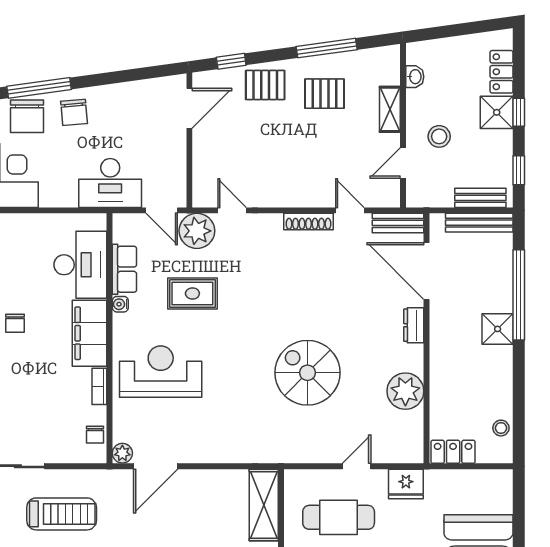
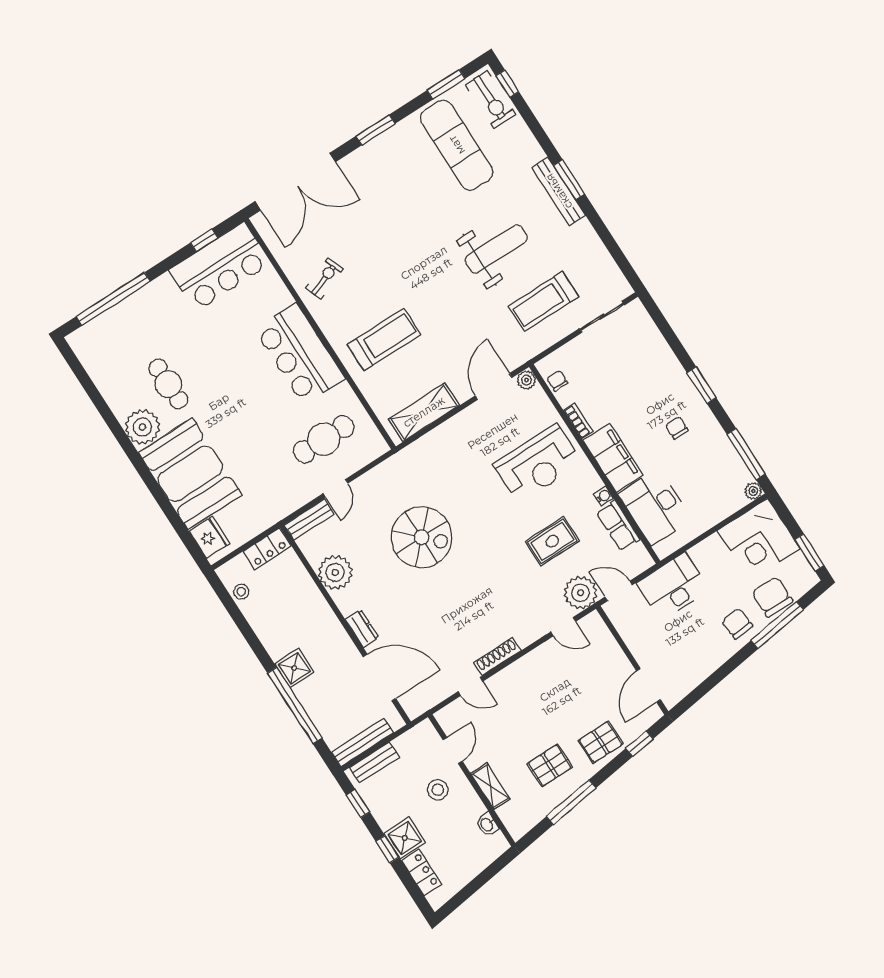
bench: (398, 223) -> (309, 519), moved
fridge: (406, 484) -> (209, 537), moved, turned 90
shelving: (264, 505) -> (424, 412), moved, turned 90

